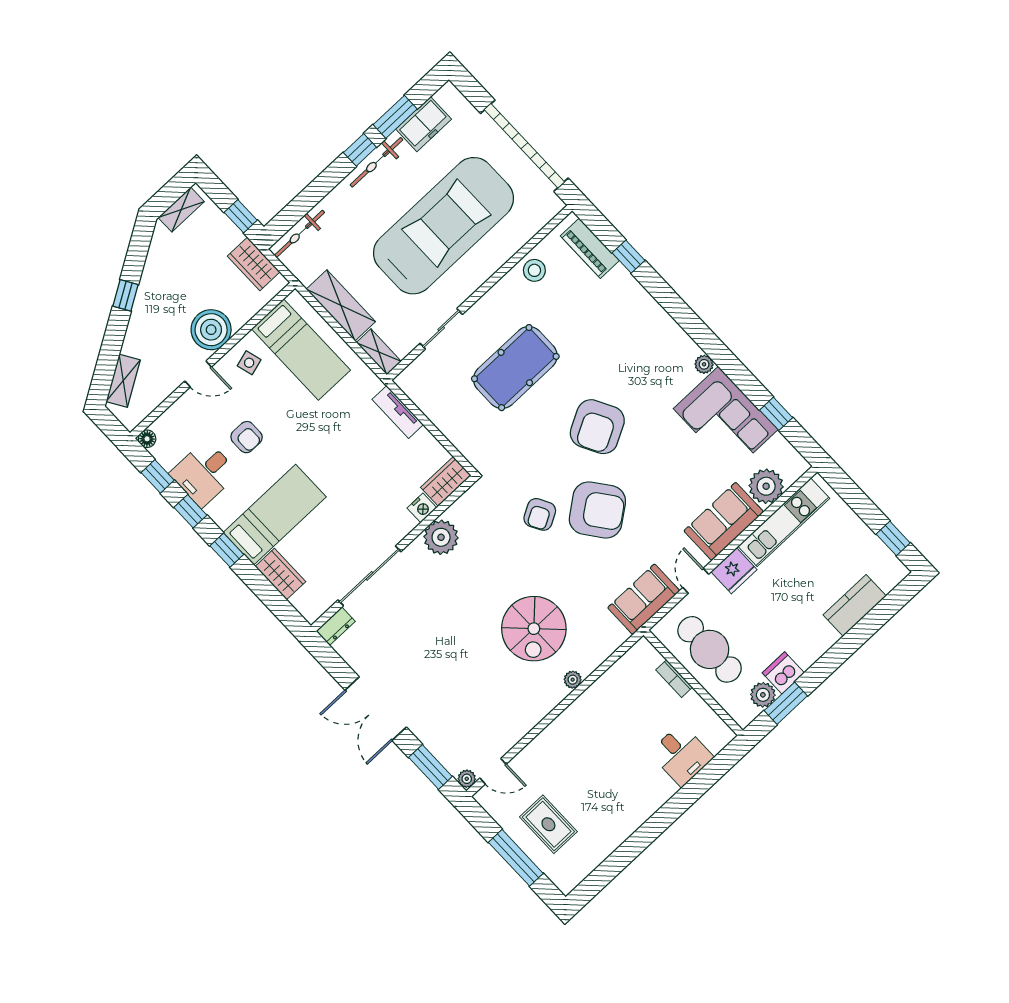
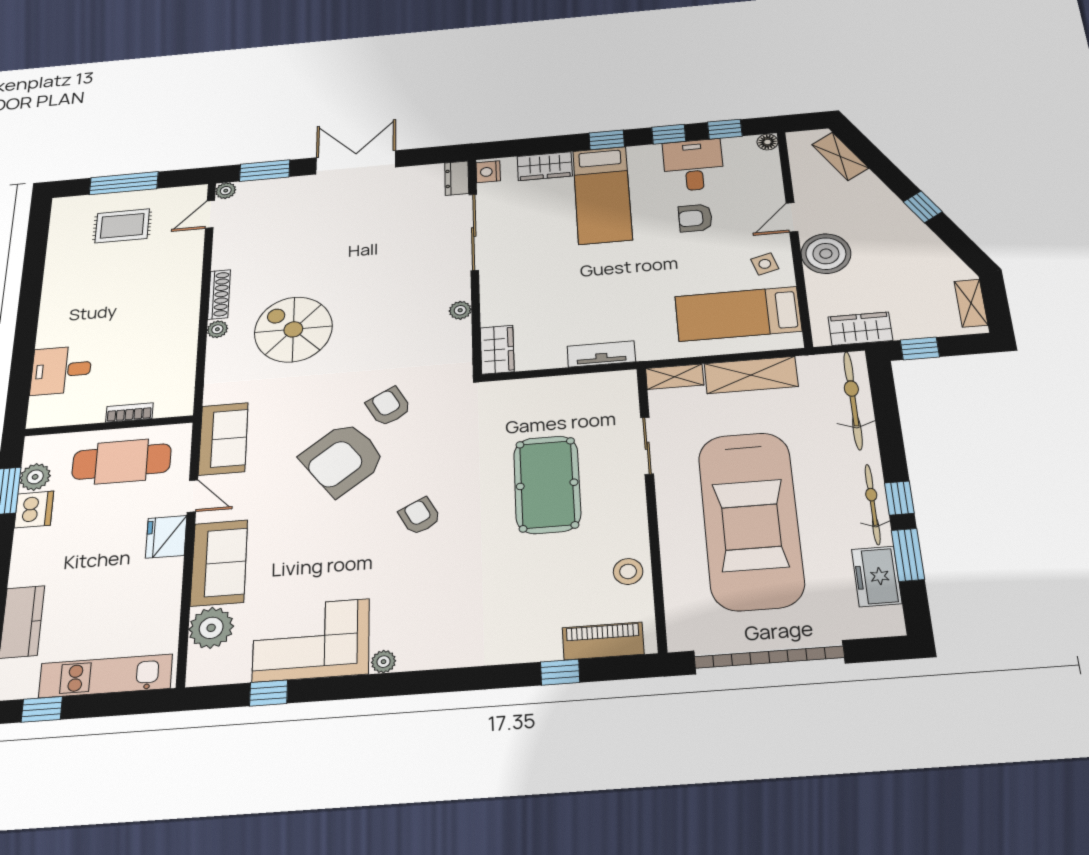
bicycle: (299, 234) -> (853, 400), width x1.37, depth x1.40
armchair: (597, 427) -> (420, 516), width x0.53, depth x0.53
nightstand: (422, 508) -> (488, 172), moved
kitchen unit: (784, 522) -> (105, 676), moved, turned 90
plant: (441, 537) -> (460, 310), width x0.53, depth x0.53
shoe rack: (547, 704) -> (219, 294), added

